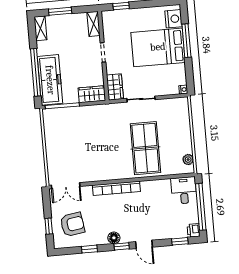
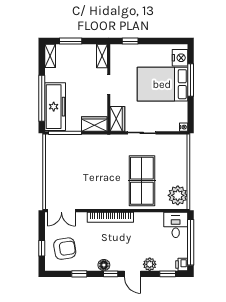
plant: (188, 160) -> (178, 195), width x1.87, depth x1.87
plant: (161, 233) -> (150, 264), added

